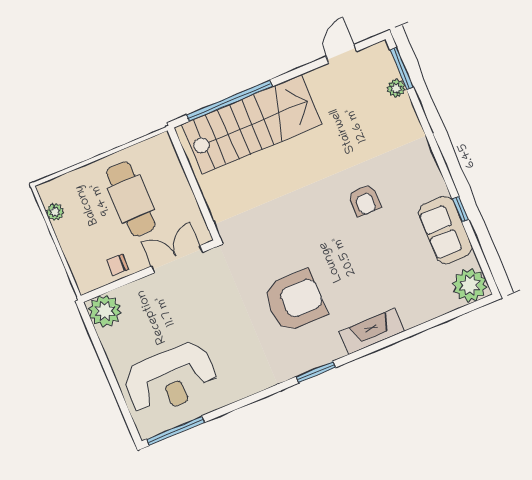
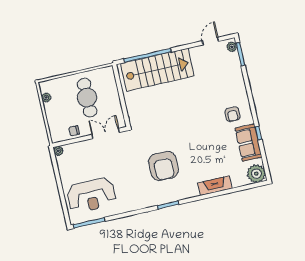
plant: (396, 88) -> (232, 47), moved
armchair: (364, 200) -> (232, 114), moved
armchair: (295, 301) -> (163, 166), turned 90
plant: (105, 311) -> (58, 151), width x0.53, depth x0.53
fireplace: (372, 331) -> (215, 186), moved

